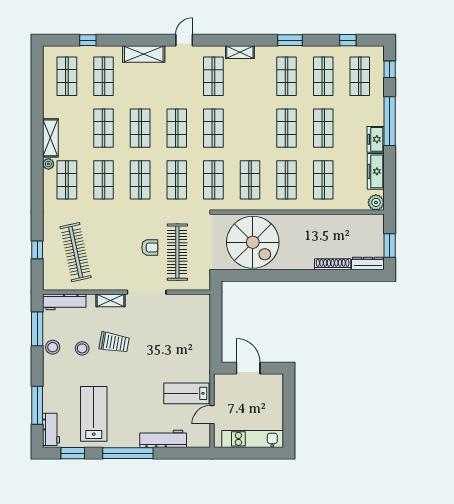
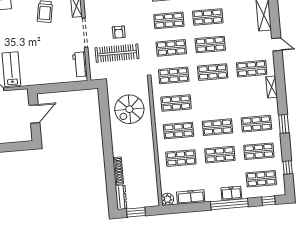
freezer: (376, 139) -> (231, 193), moved
spiral stairs: (253, 242) -> (129, 109), width x0.73, depth x0.73
workbench: (188, 302) -> (80, 64), added

